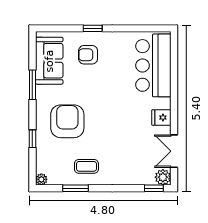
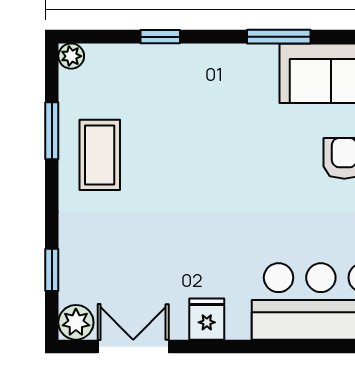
armchair: (67, 121) -> (199, 113), removed
coffee table: (86, 166) -> (100, 155), width x1.36, depth x1.30
window: (154, 188) -> (52, 270), moved

